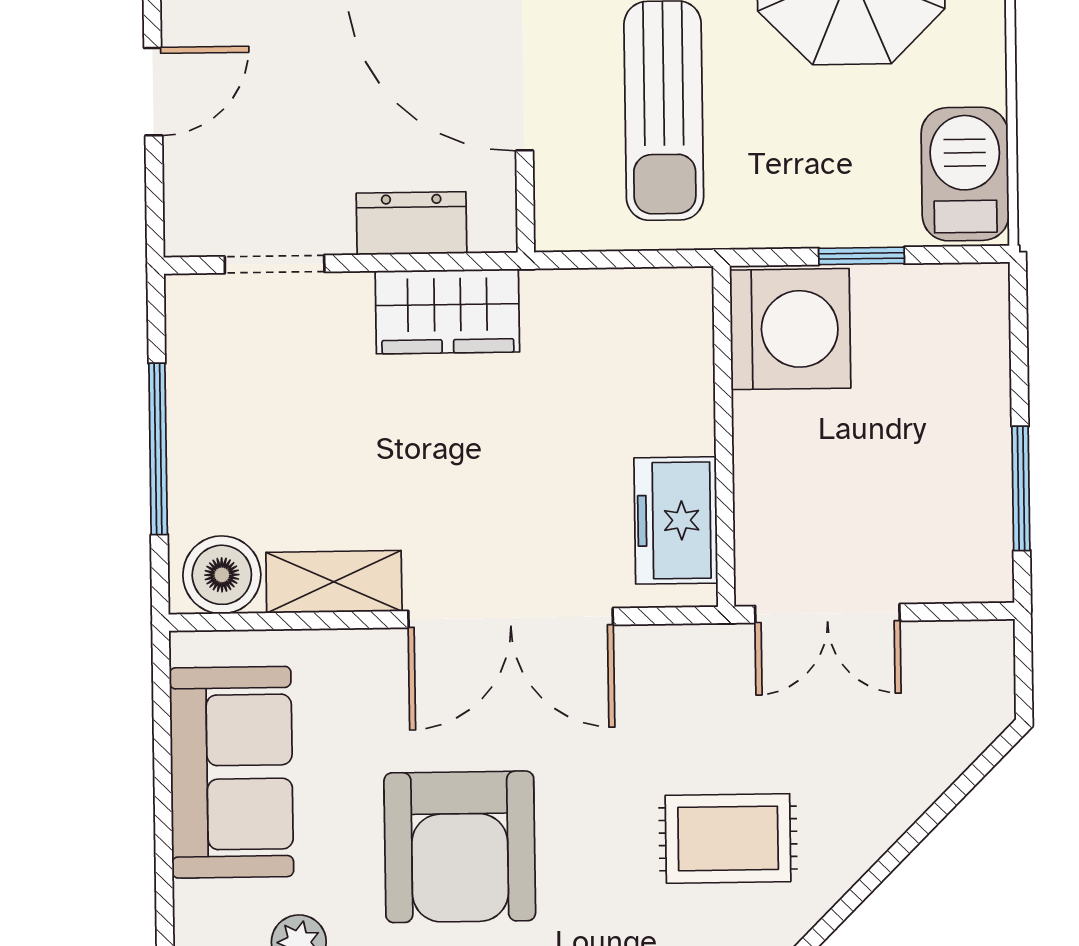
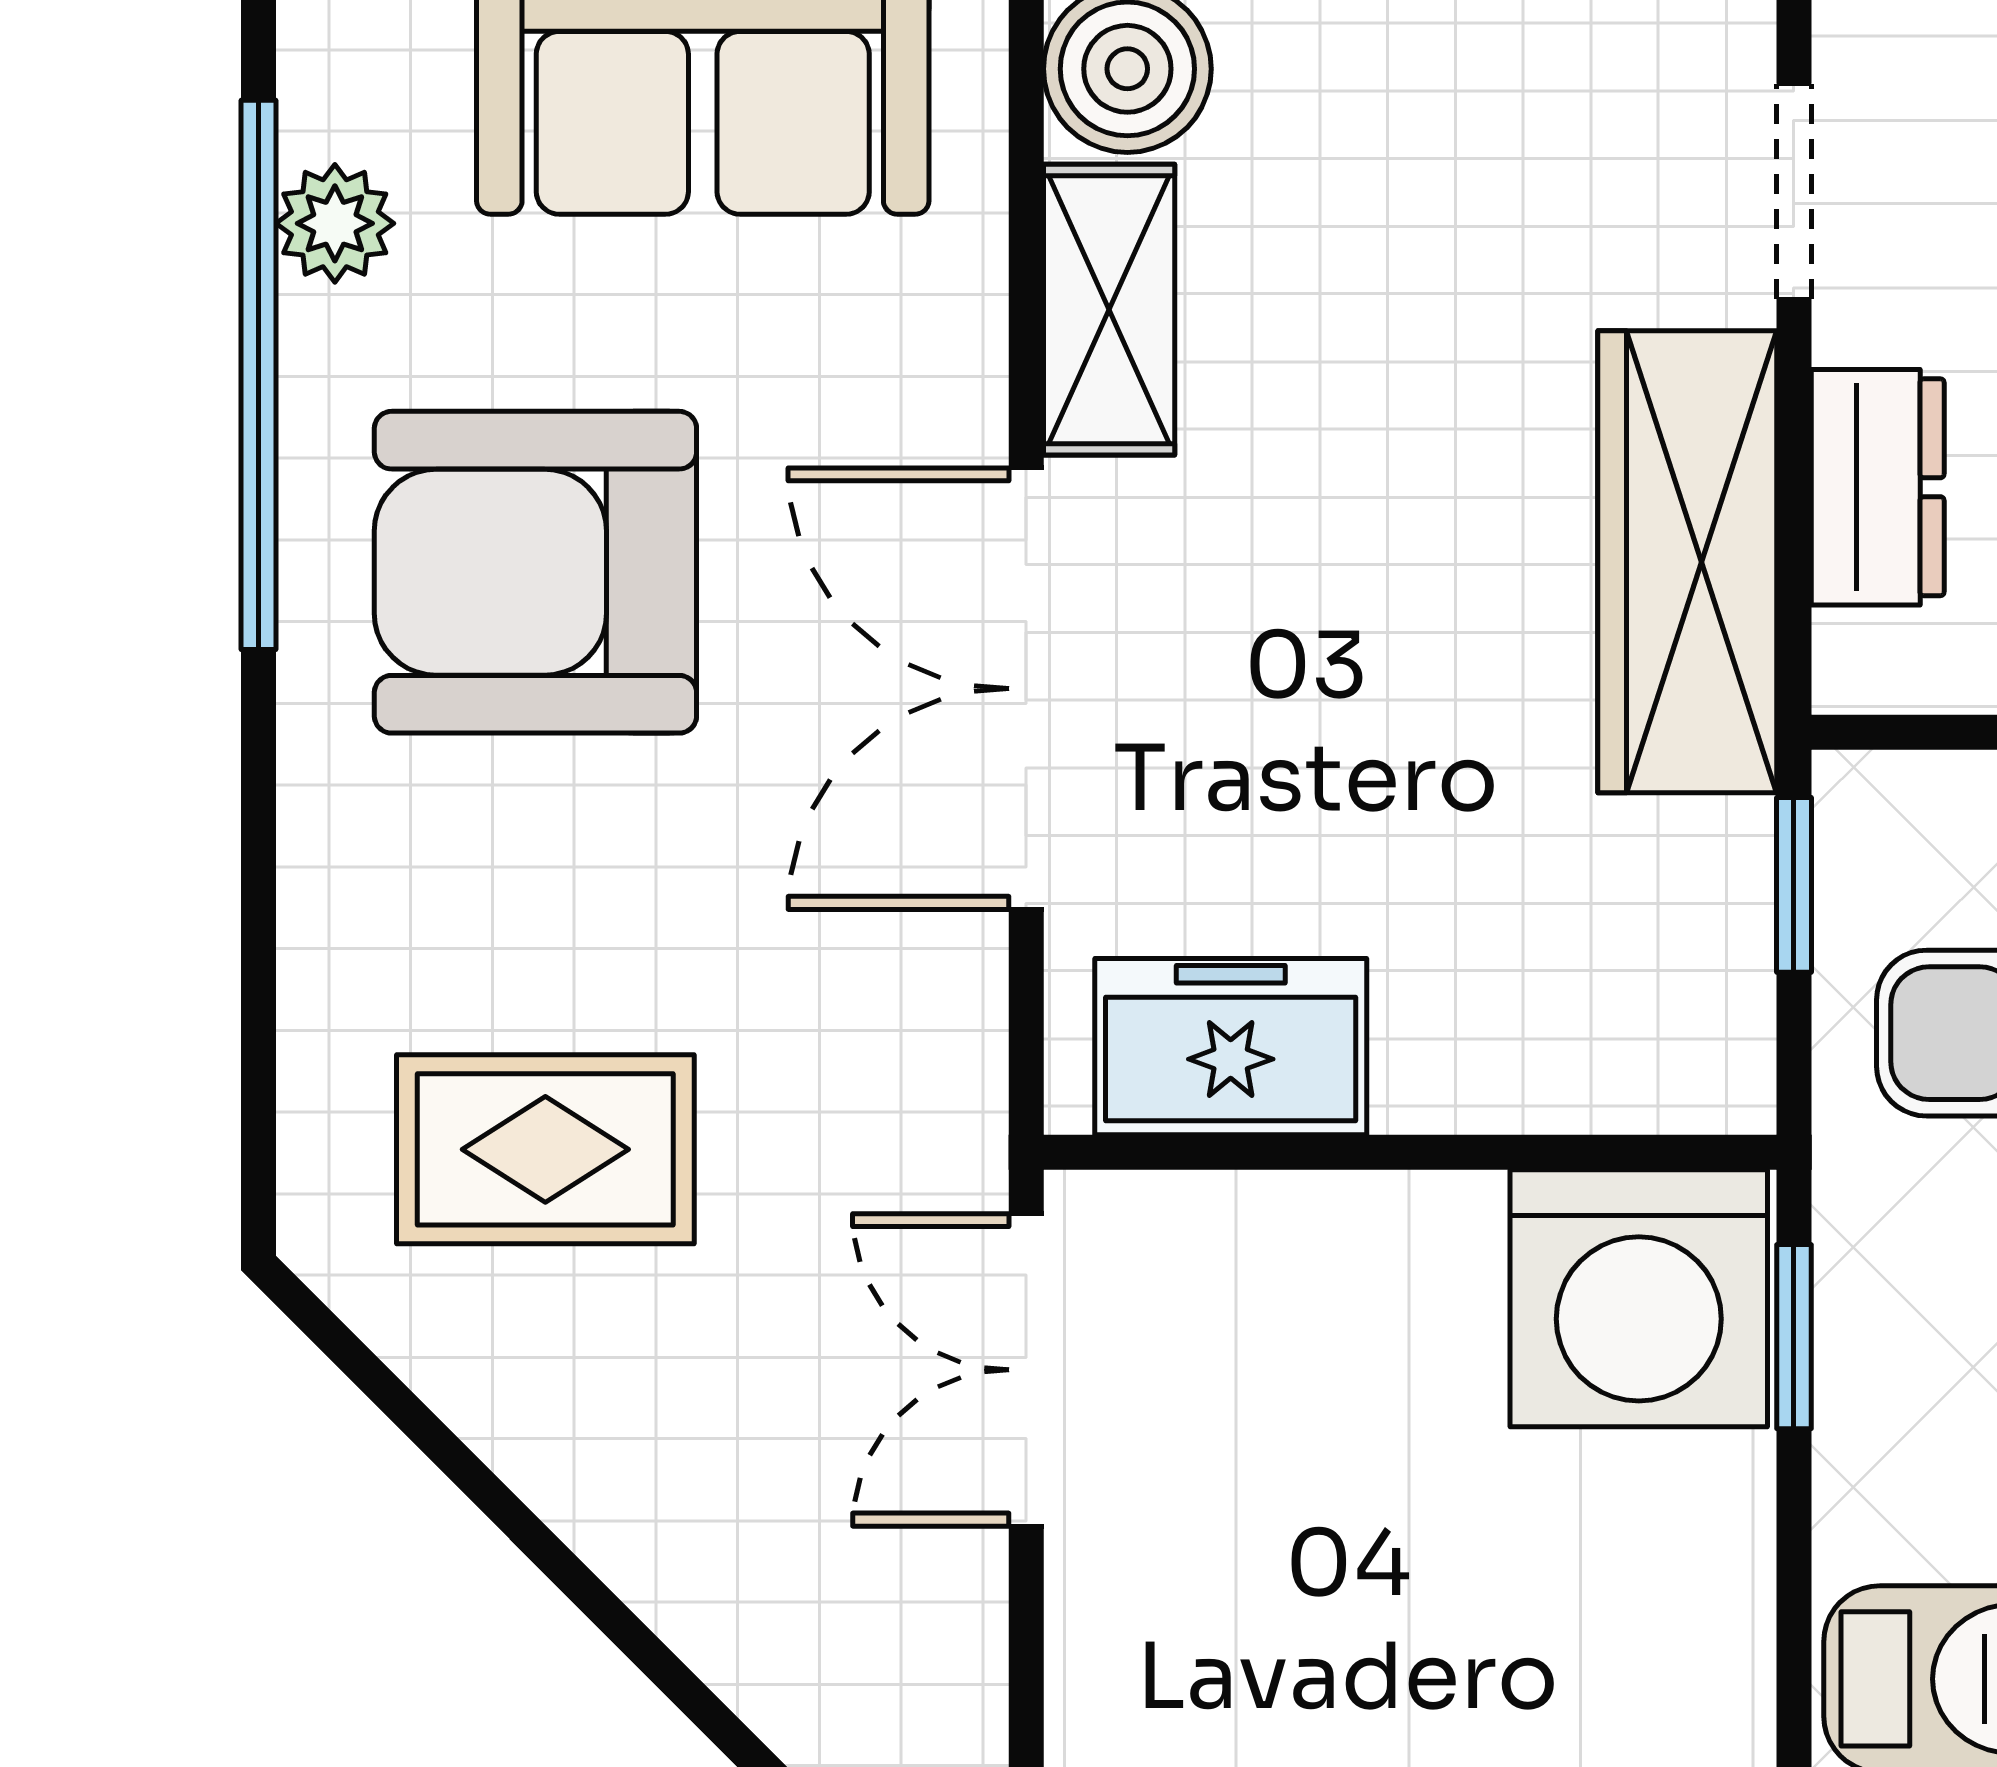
window: (862, 256) -> (1794, 1337), moved
window: (597, 260) -> (1794, 885), added
wardrobe: (447, 311) -> (1687, 562), width x1.50
rug: (728, 838) -> (545, 1149), turned 90

